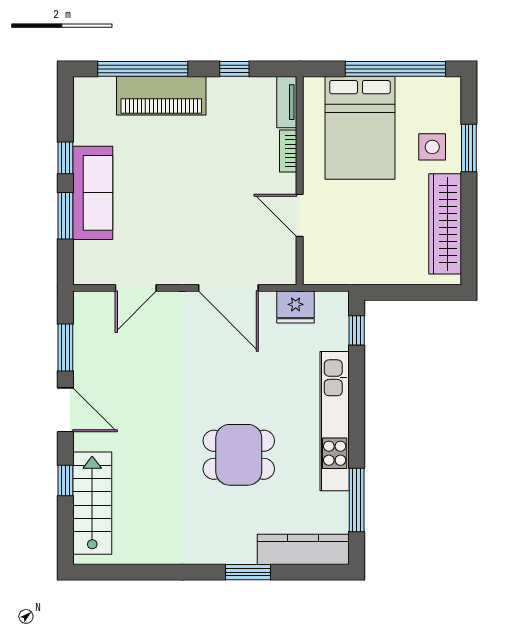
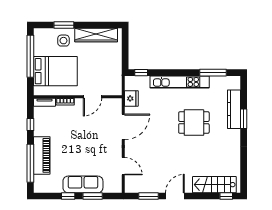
dining table: (239, 455) -> (194, 123), turned 90
window: (65, 481) -> (226, 196), moved
kitchen counter: (303, 549) -> (234, 109), moved

